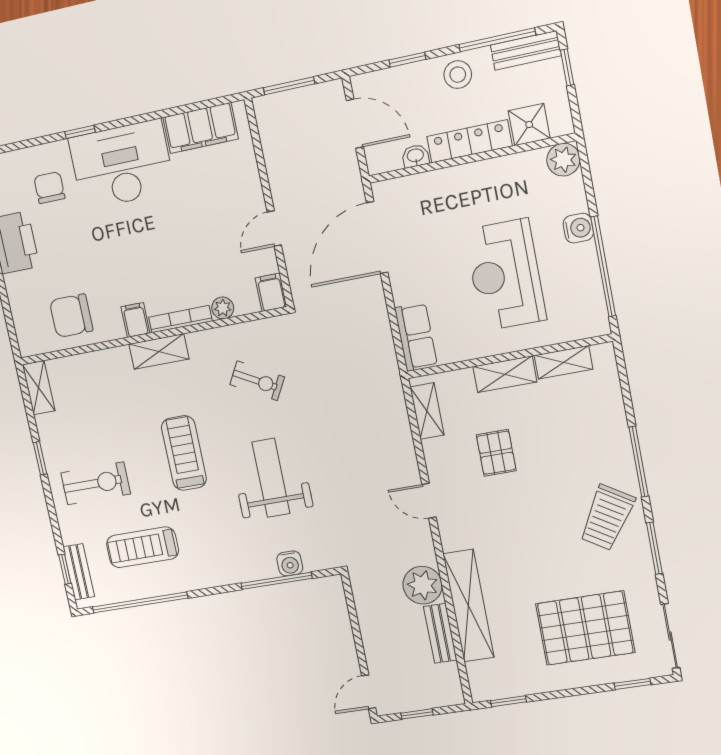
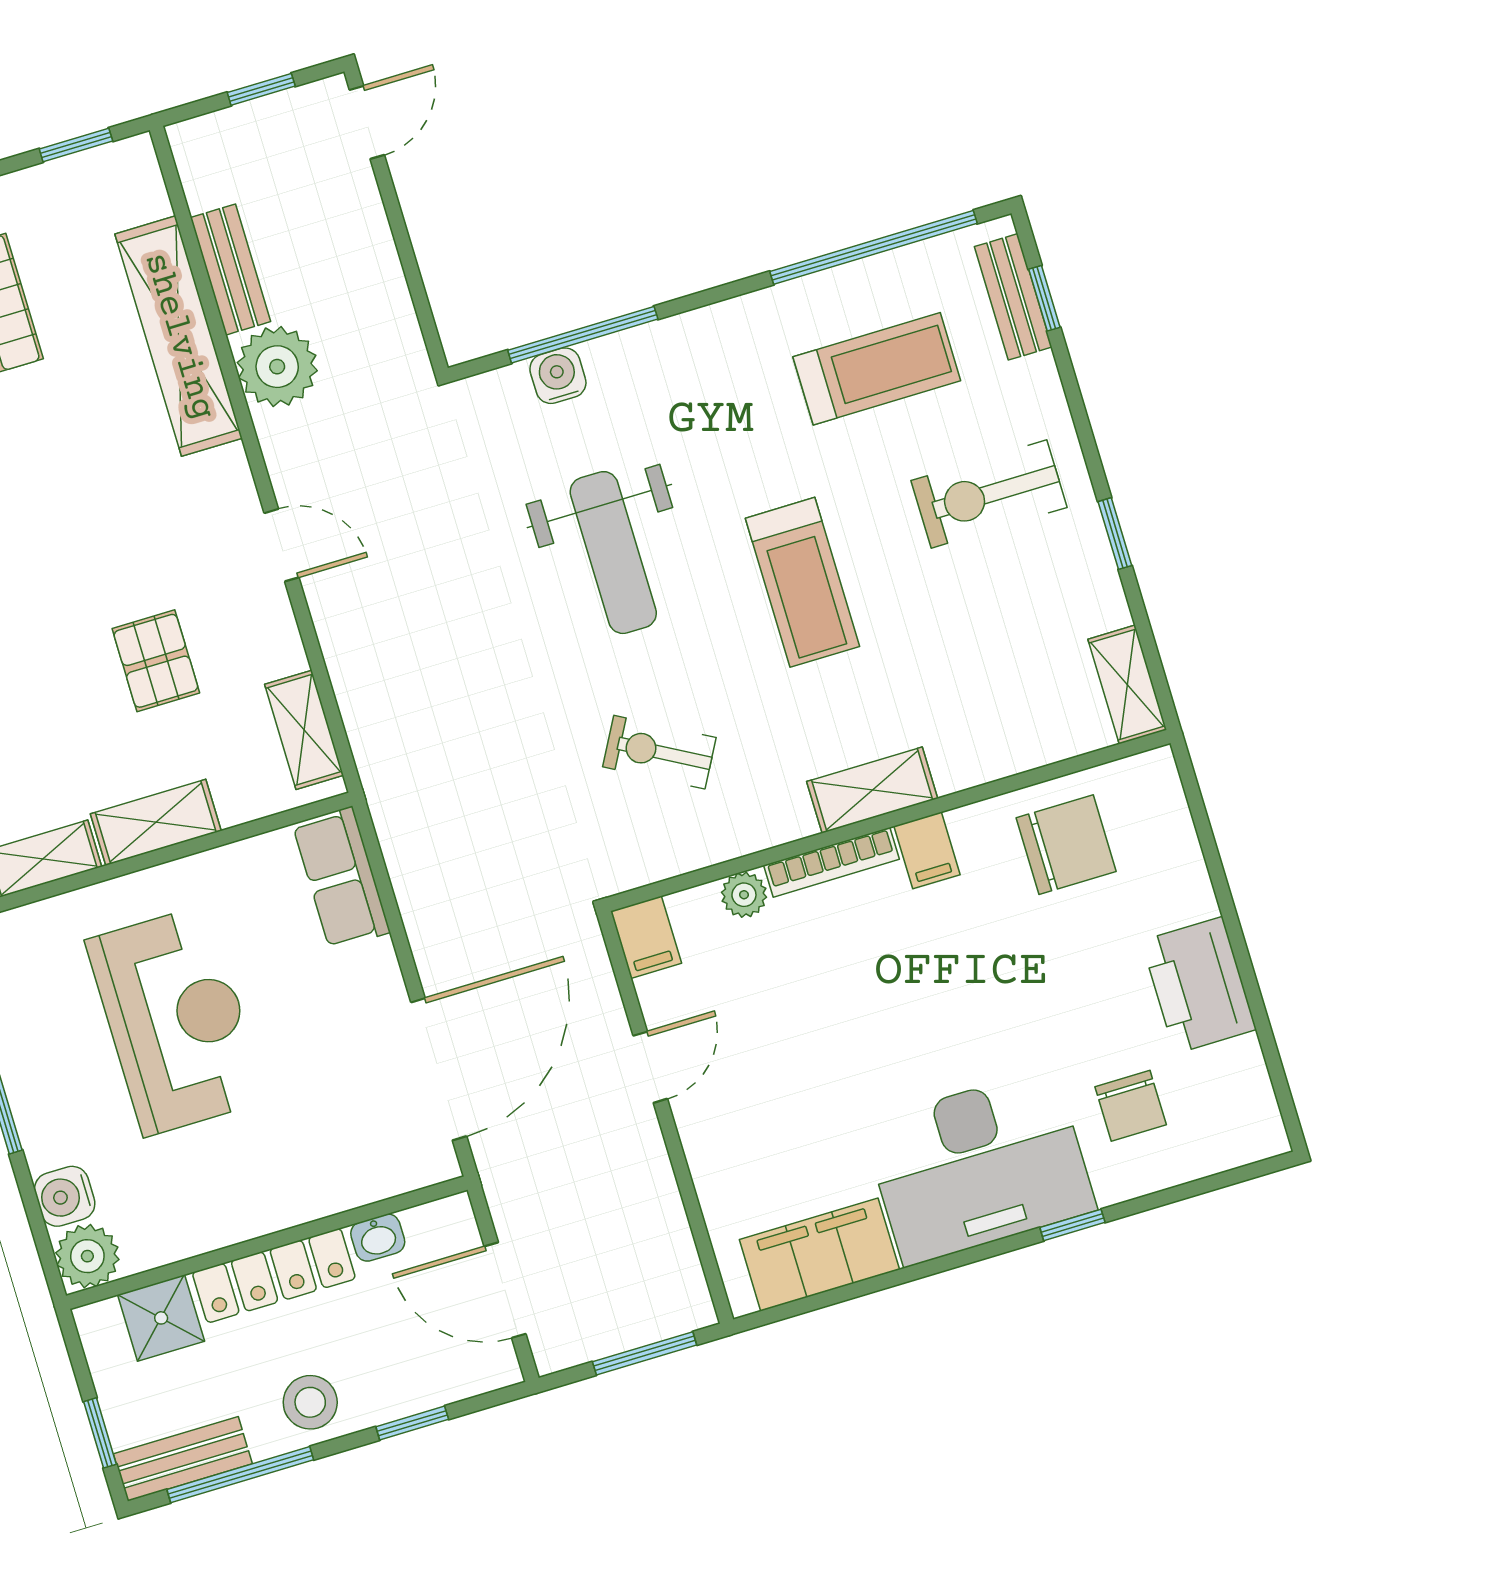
water cooler: (578, 228) -> (65, 1196), moved

